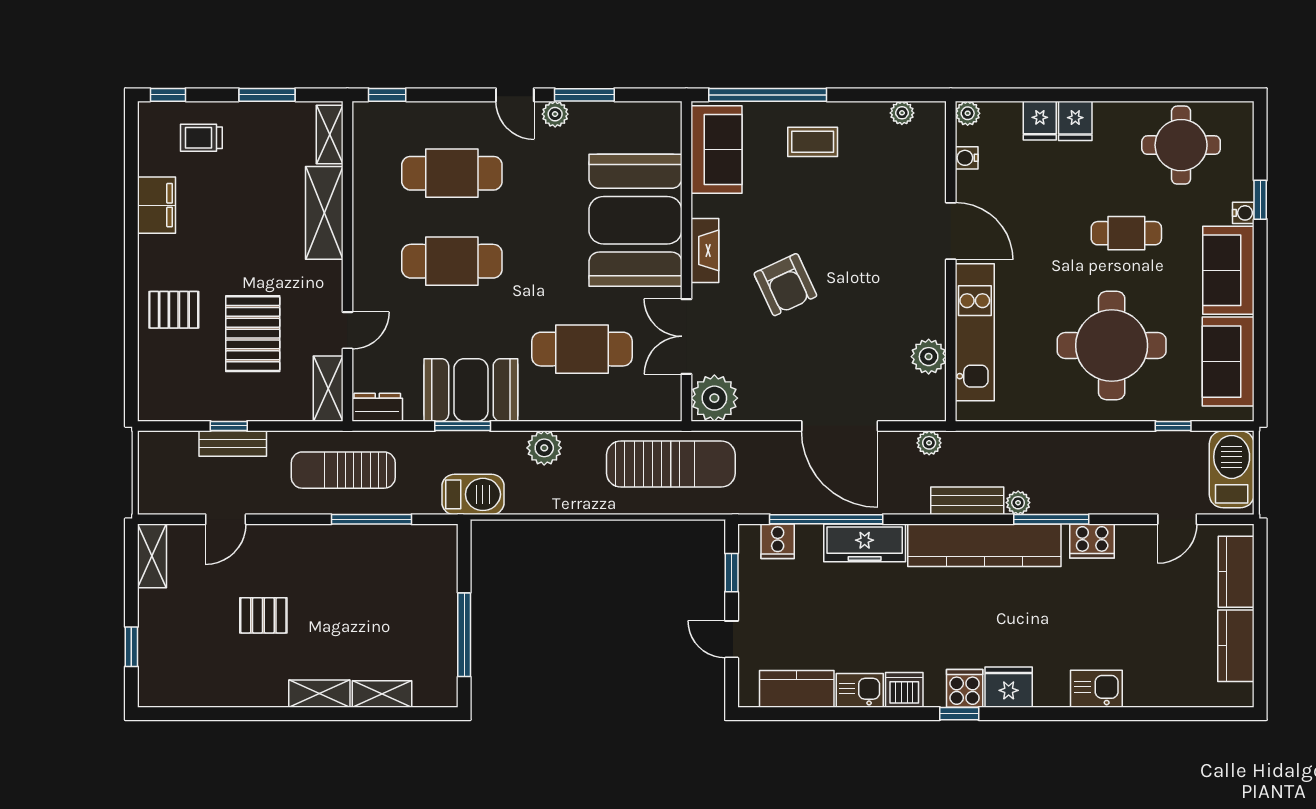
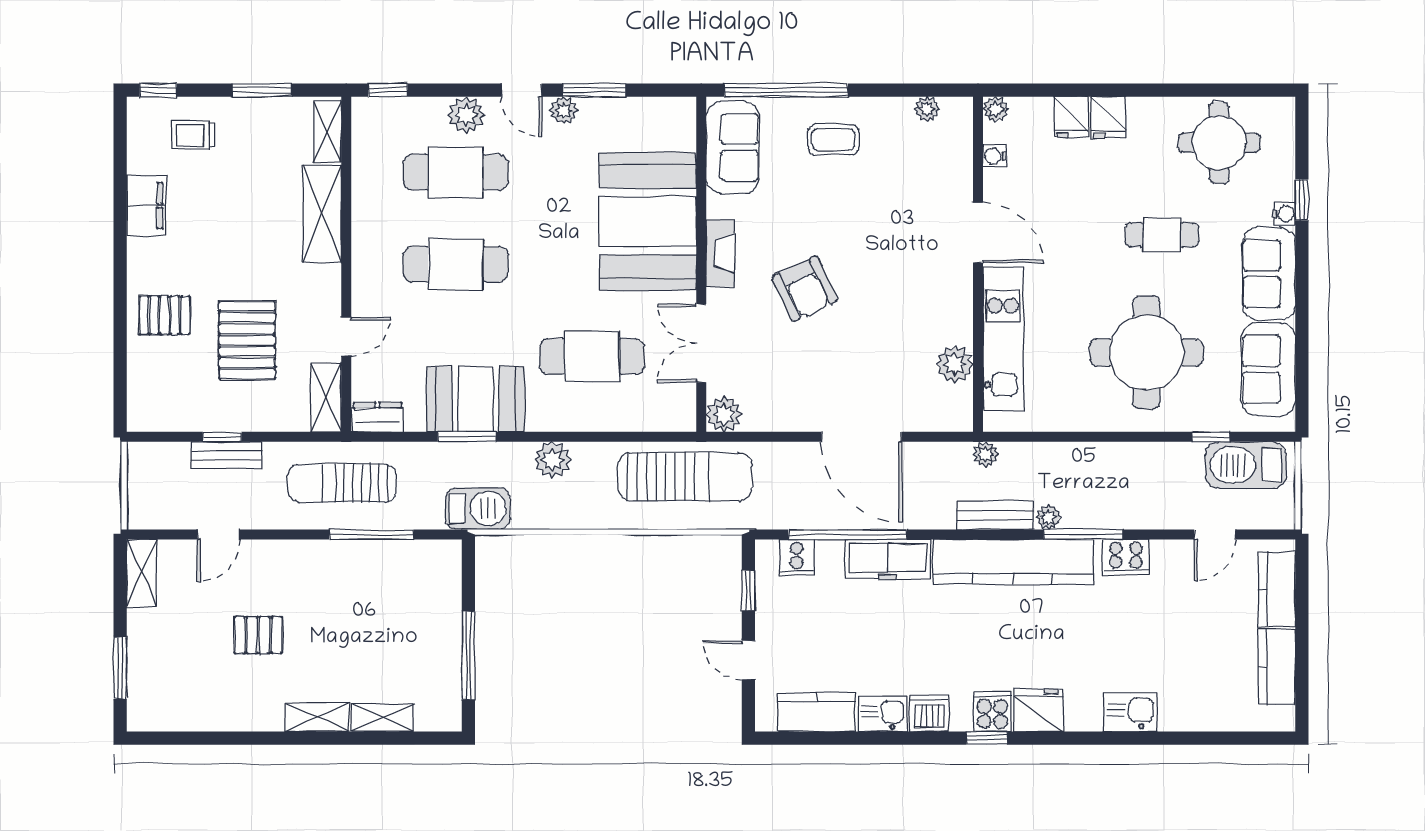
plant: (462, 119) -> (466, 115), added
plant: (714, 398) -> (724, 414), width x0.73, depth x0.73
plant: (929, 443) -> (985, 454), moved
barbecue: (1232, 469) -> (1246, 465), moved, turned -90
window: (131, 647) -> (120, 668), width x1.50

